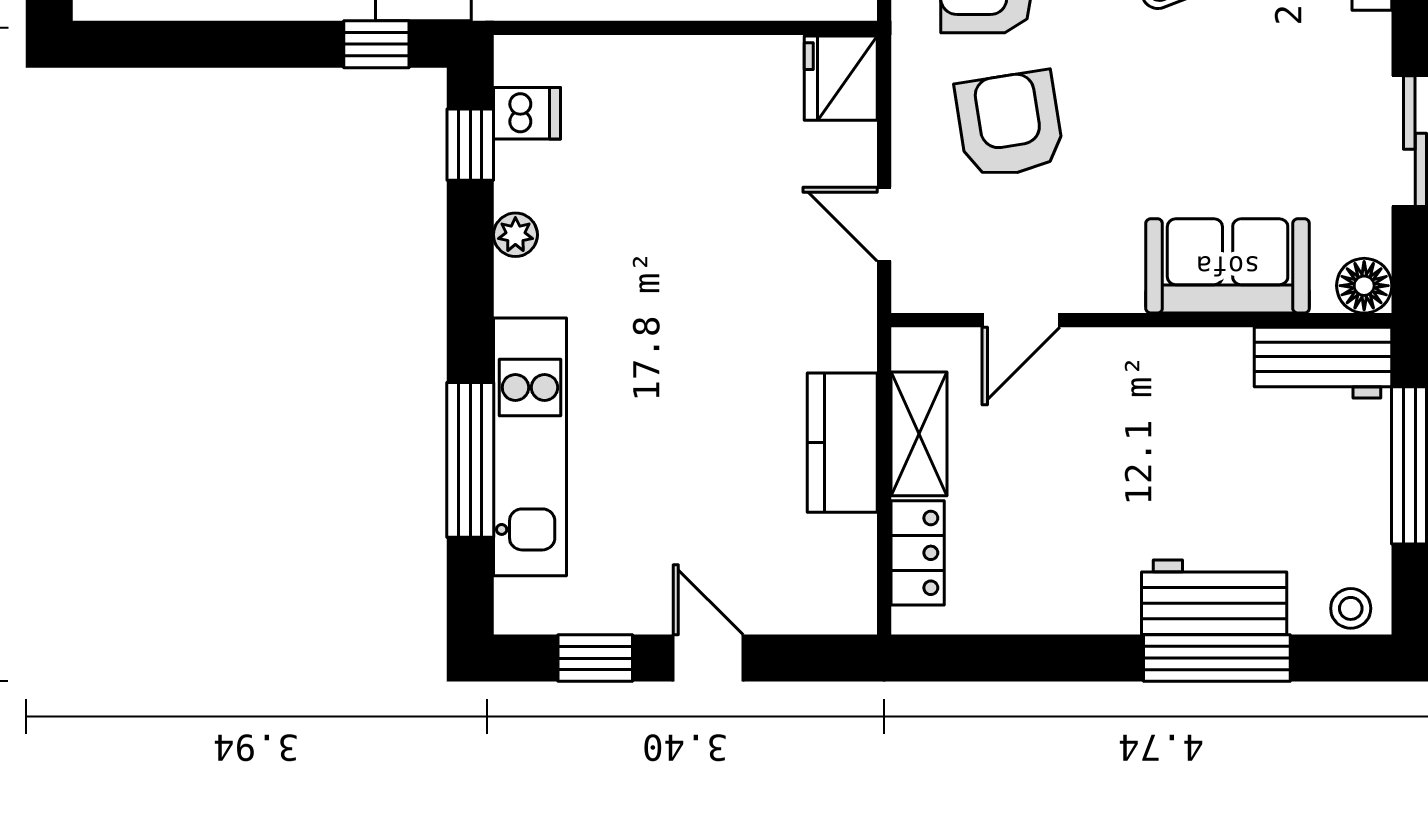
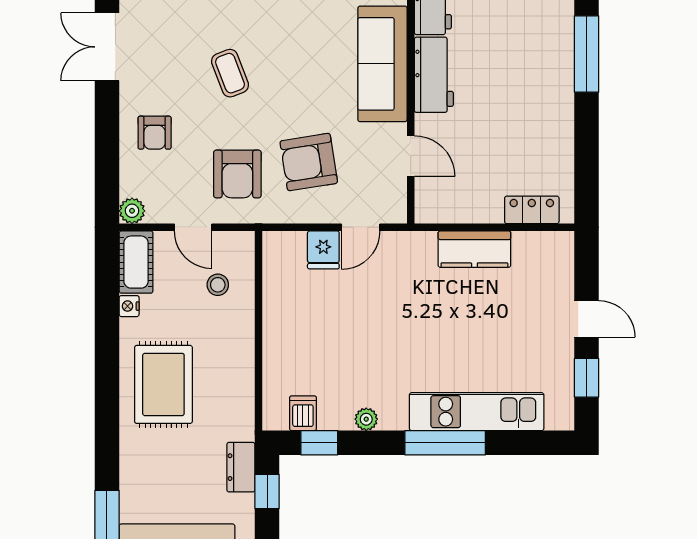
fridge: (841, 78) -> (323, 250), moved, width x0.72
sofa: (1228, 266) -> (382, 64), width x1.36
shelving: (919, 434) -> (470, 209), removed
window: (470, 460) -> (445, 443), moved
workbench: (1214, 597) -> (434, 75), moved, turned 180
door: (708, 658) -> (587, 319), swing flipped

